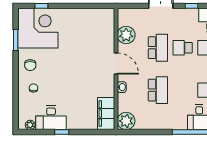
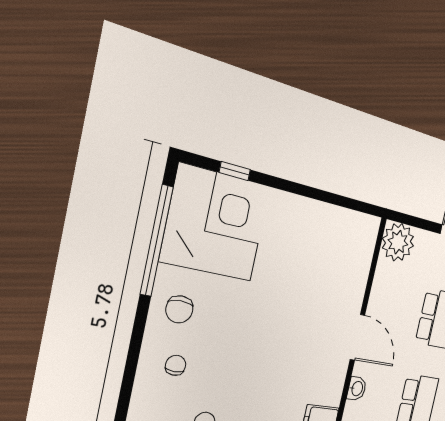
plant: (126, 35) -> (398, 242), moved
window: (16, 40) -> (157, 241), width x2.11

